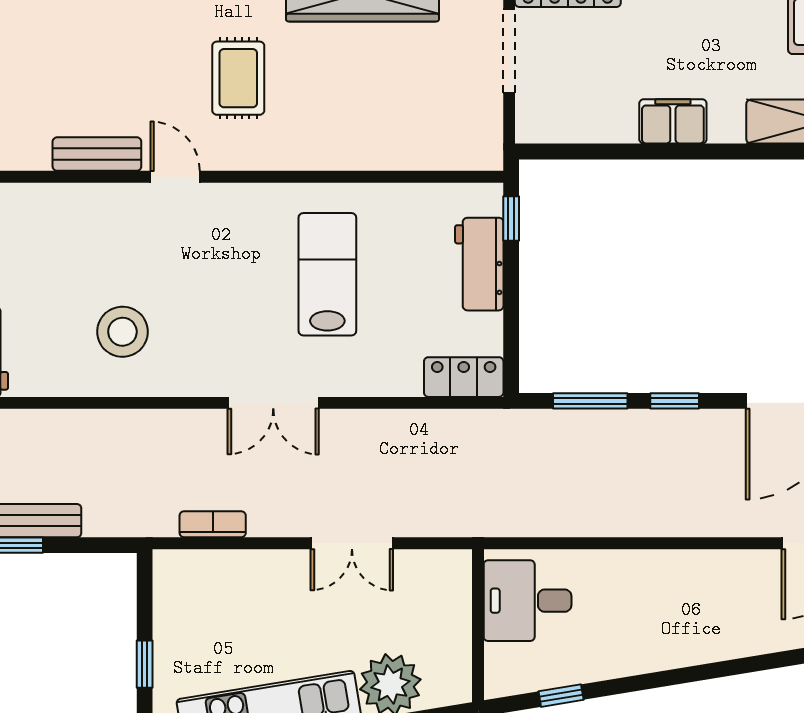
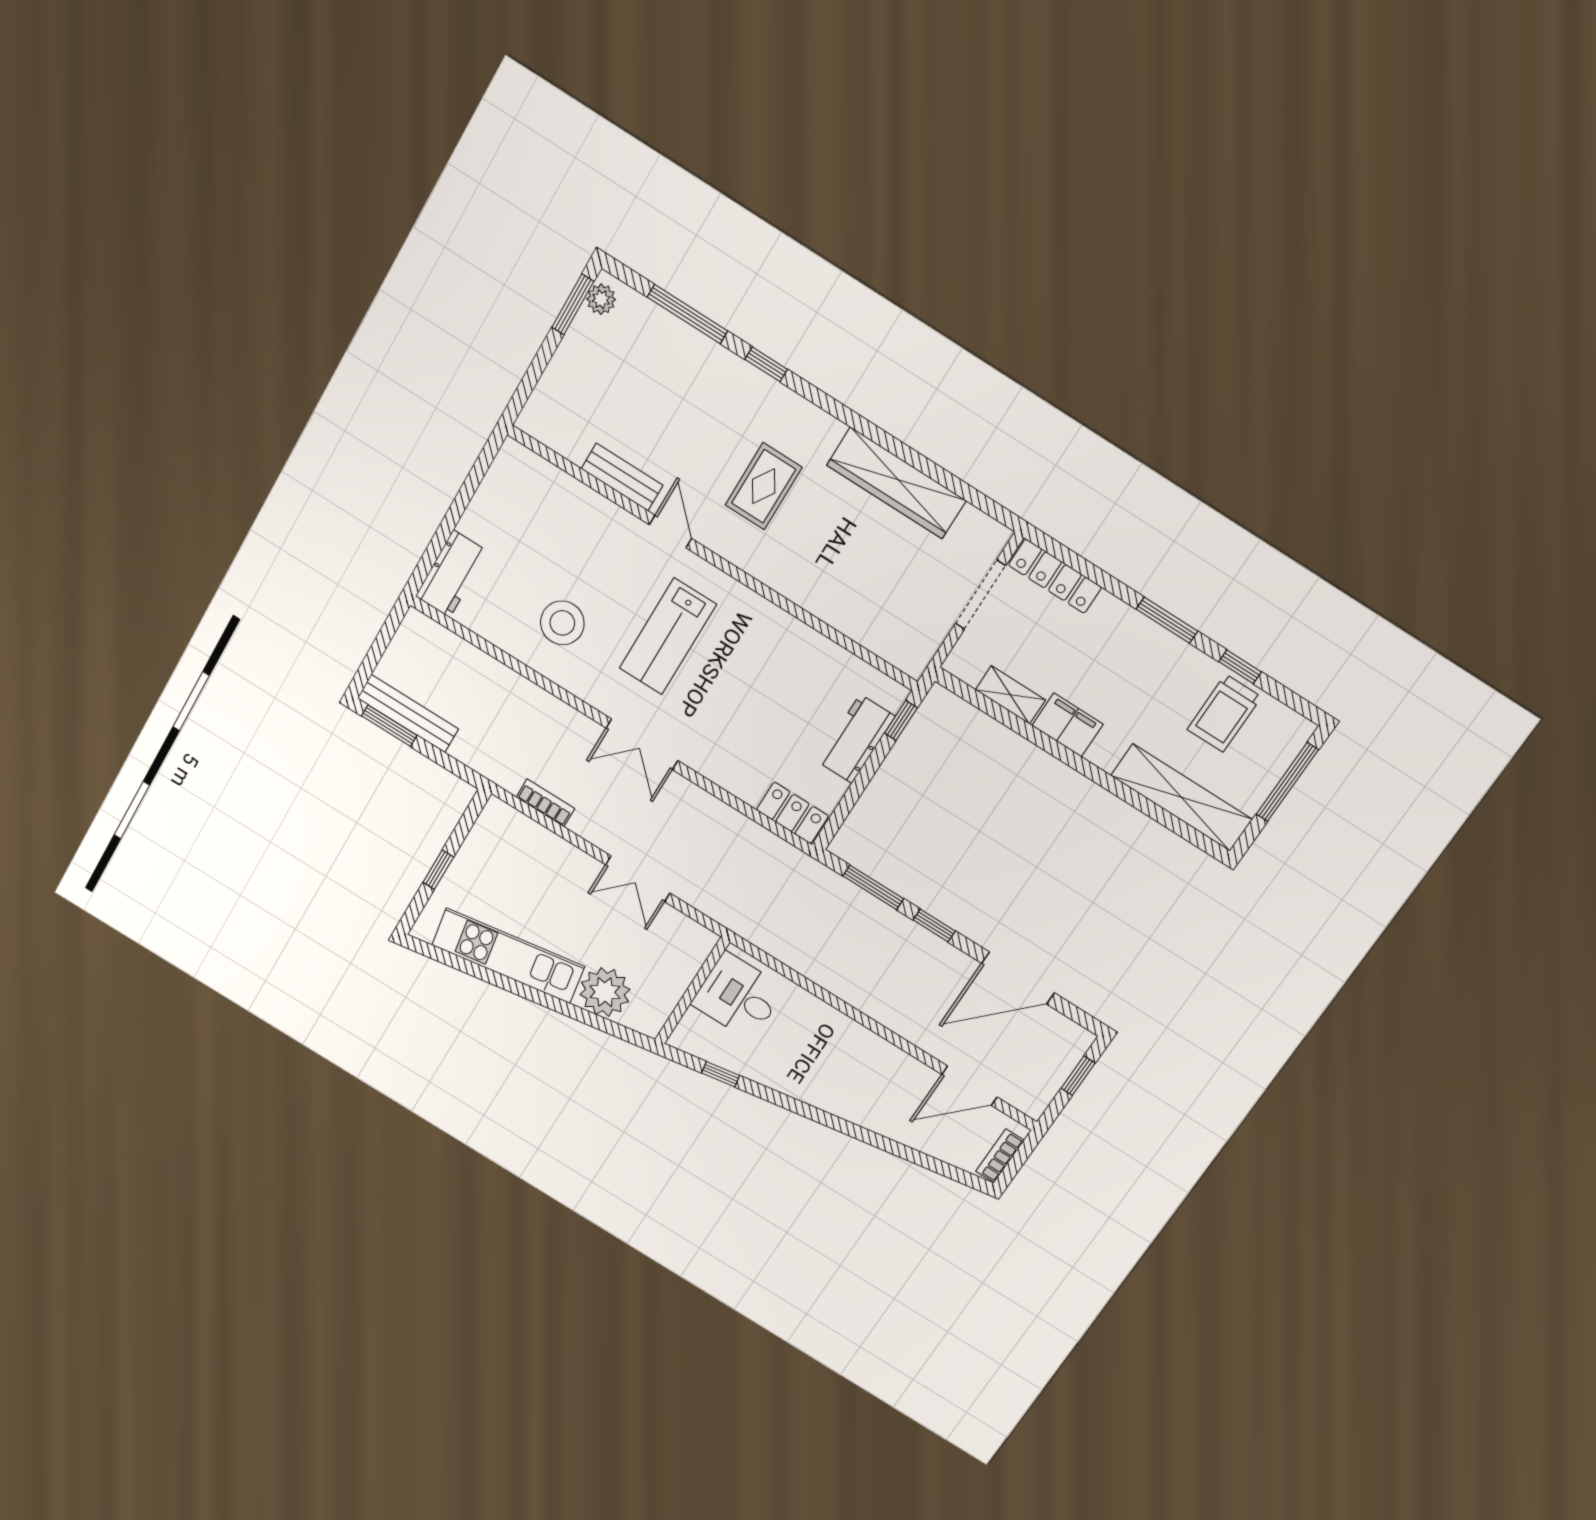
shelving: (600, 127) -> (1010, 695), added
lab bench: (327, 274) -> (668, 636), moved, turned 180

